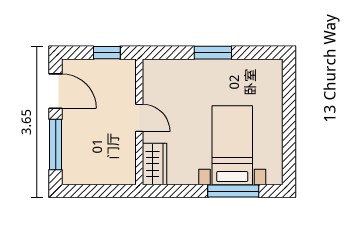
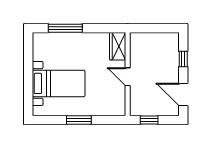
window: (56, 145) -> (183, 59), width x0.46
bed with nightstands: (232, 145) -> (59, 83), moved, turned -90

